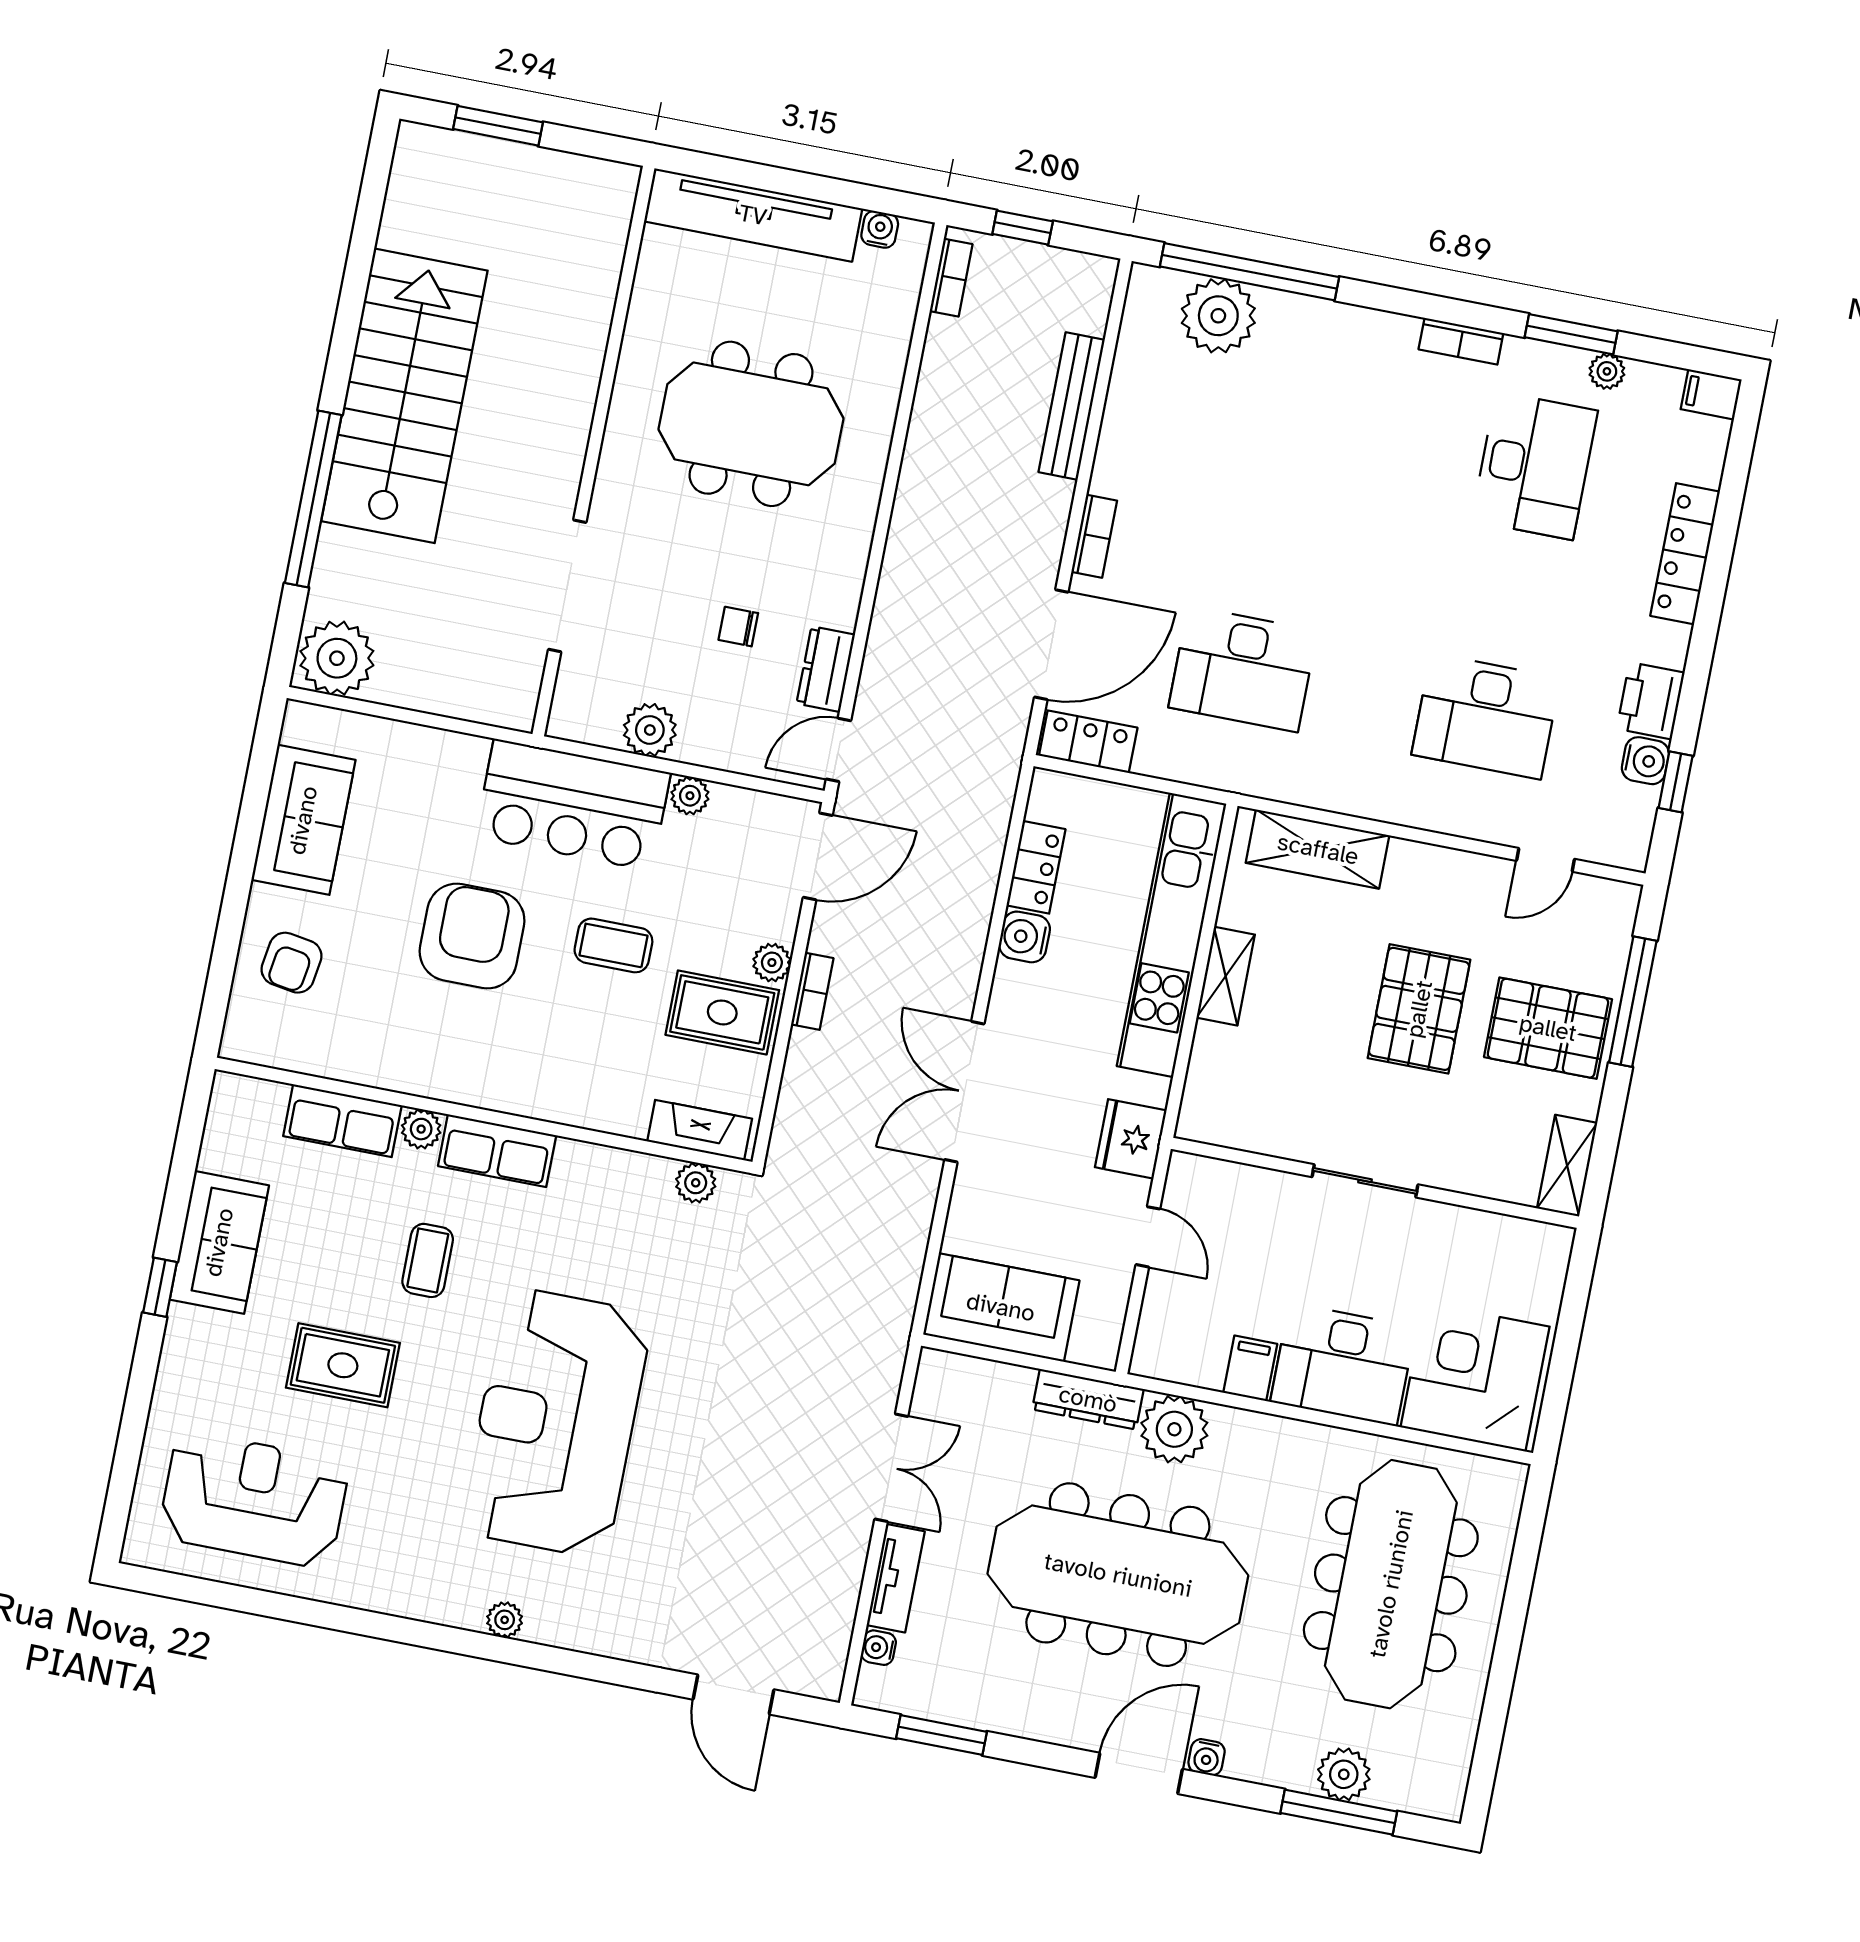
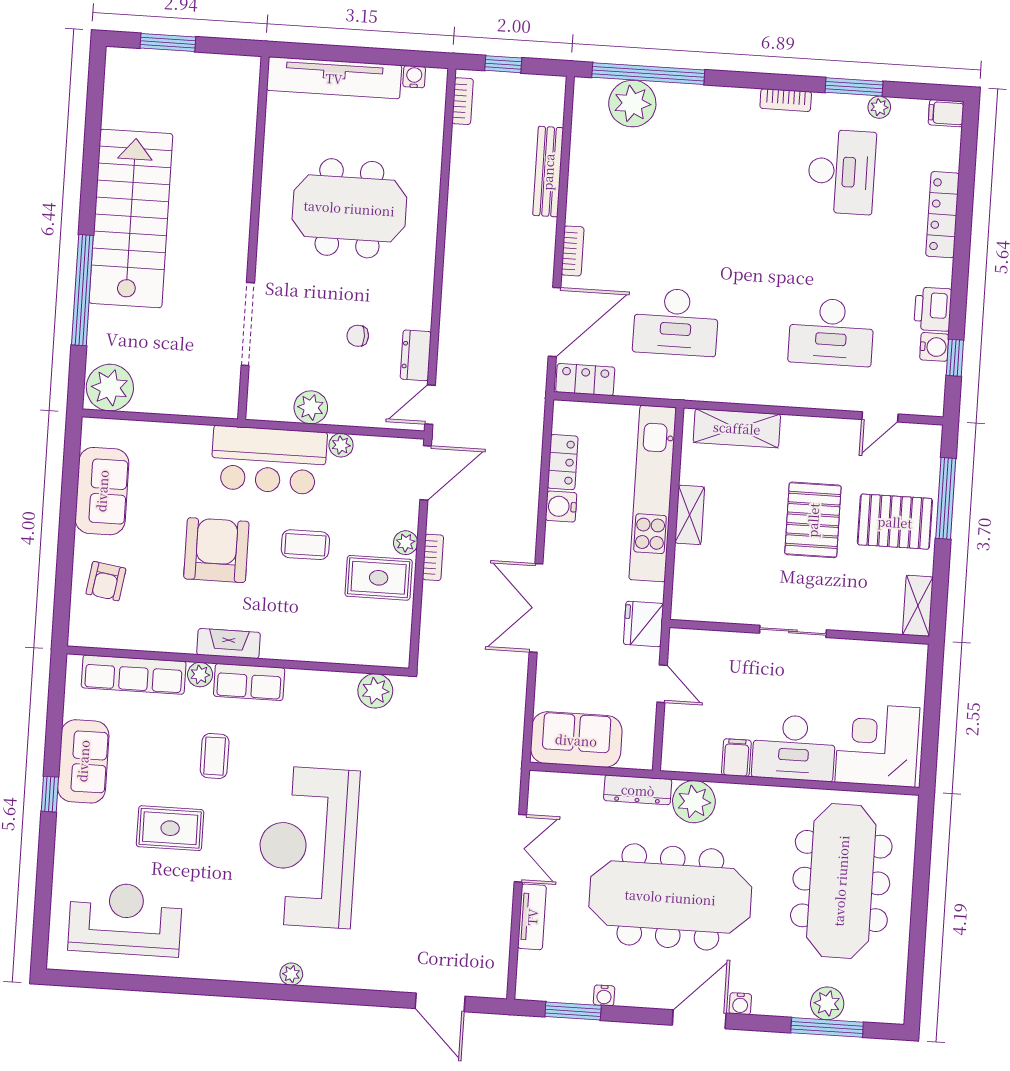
row of seats: (342, 1121) -> (134, 675), width x1.48
fireplace: (700, 1130) -> (229, 644), moved
plant: (696, 1183) -> (375, 691), width x1.38, depth x1.38
water cooler: (879, 1648) -> (604, 995), moved, turned -90

